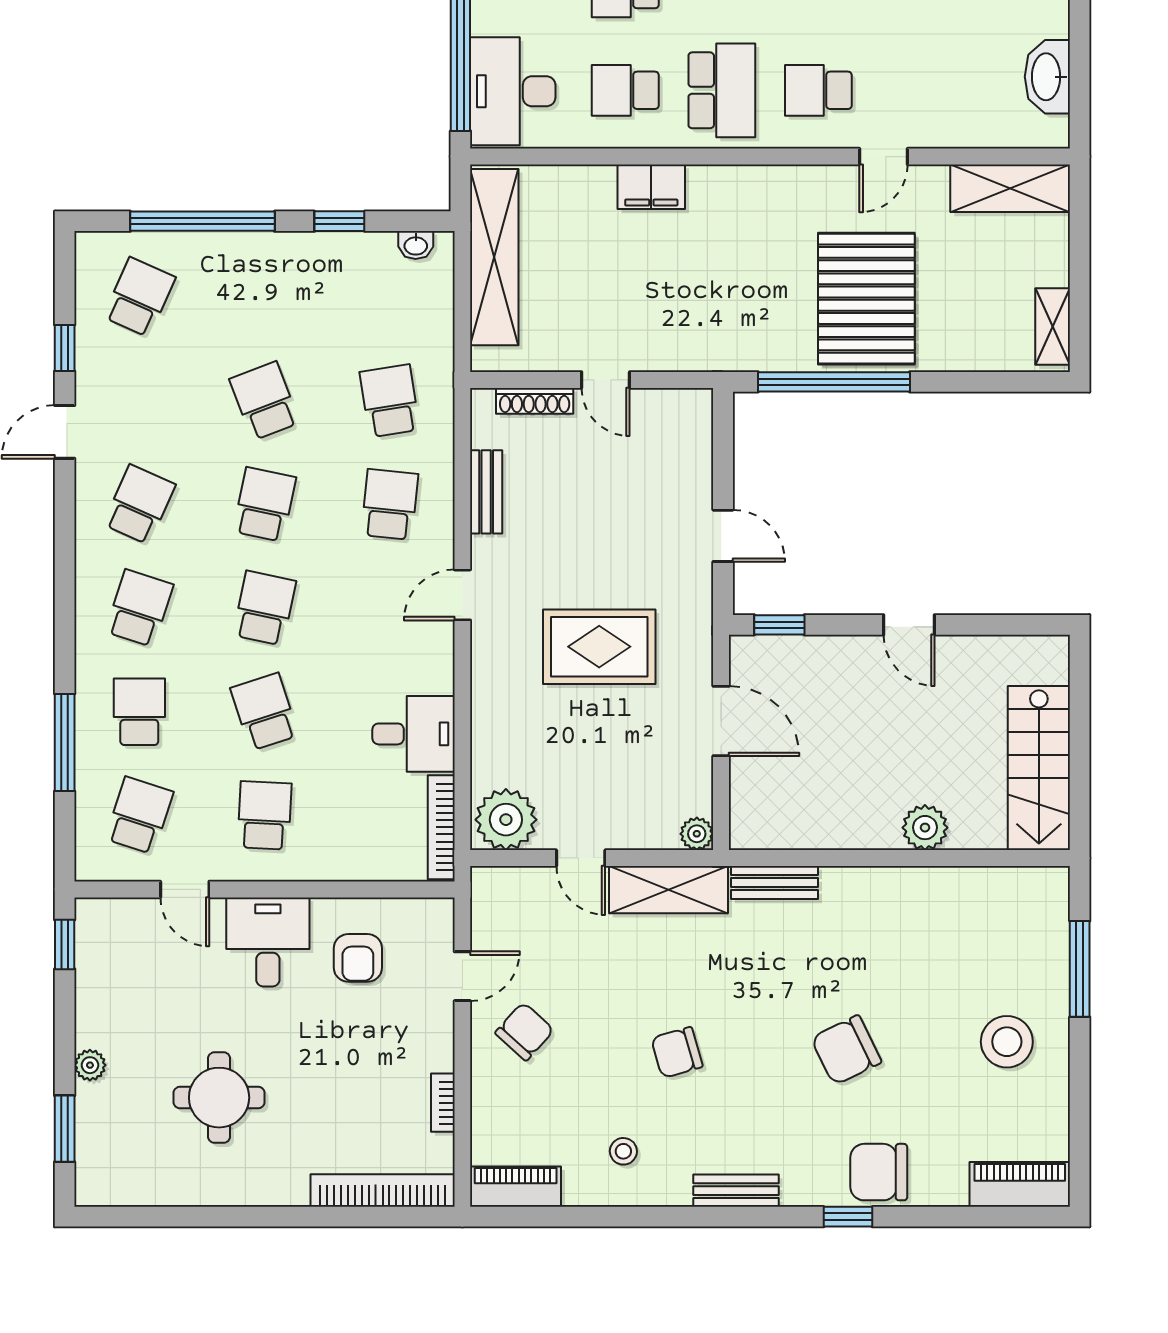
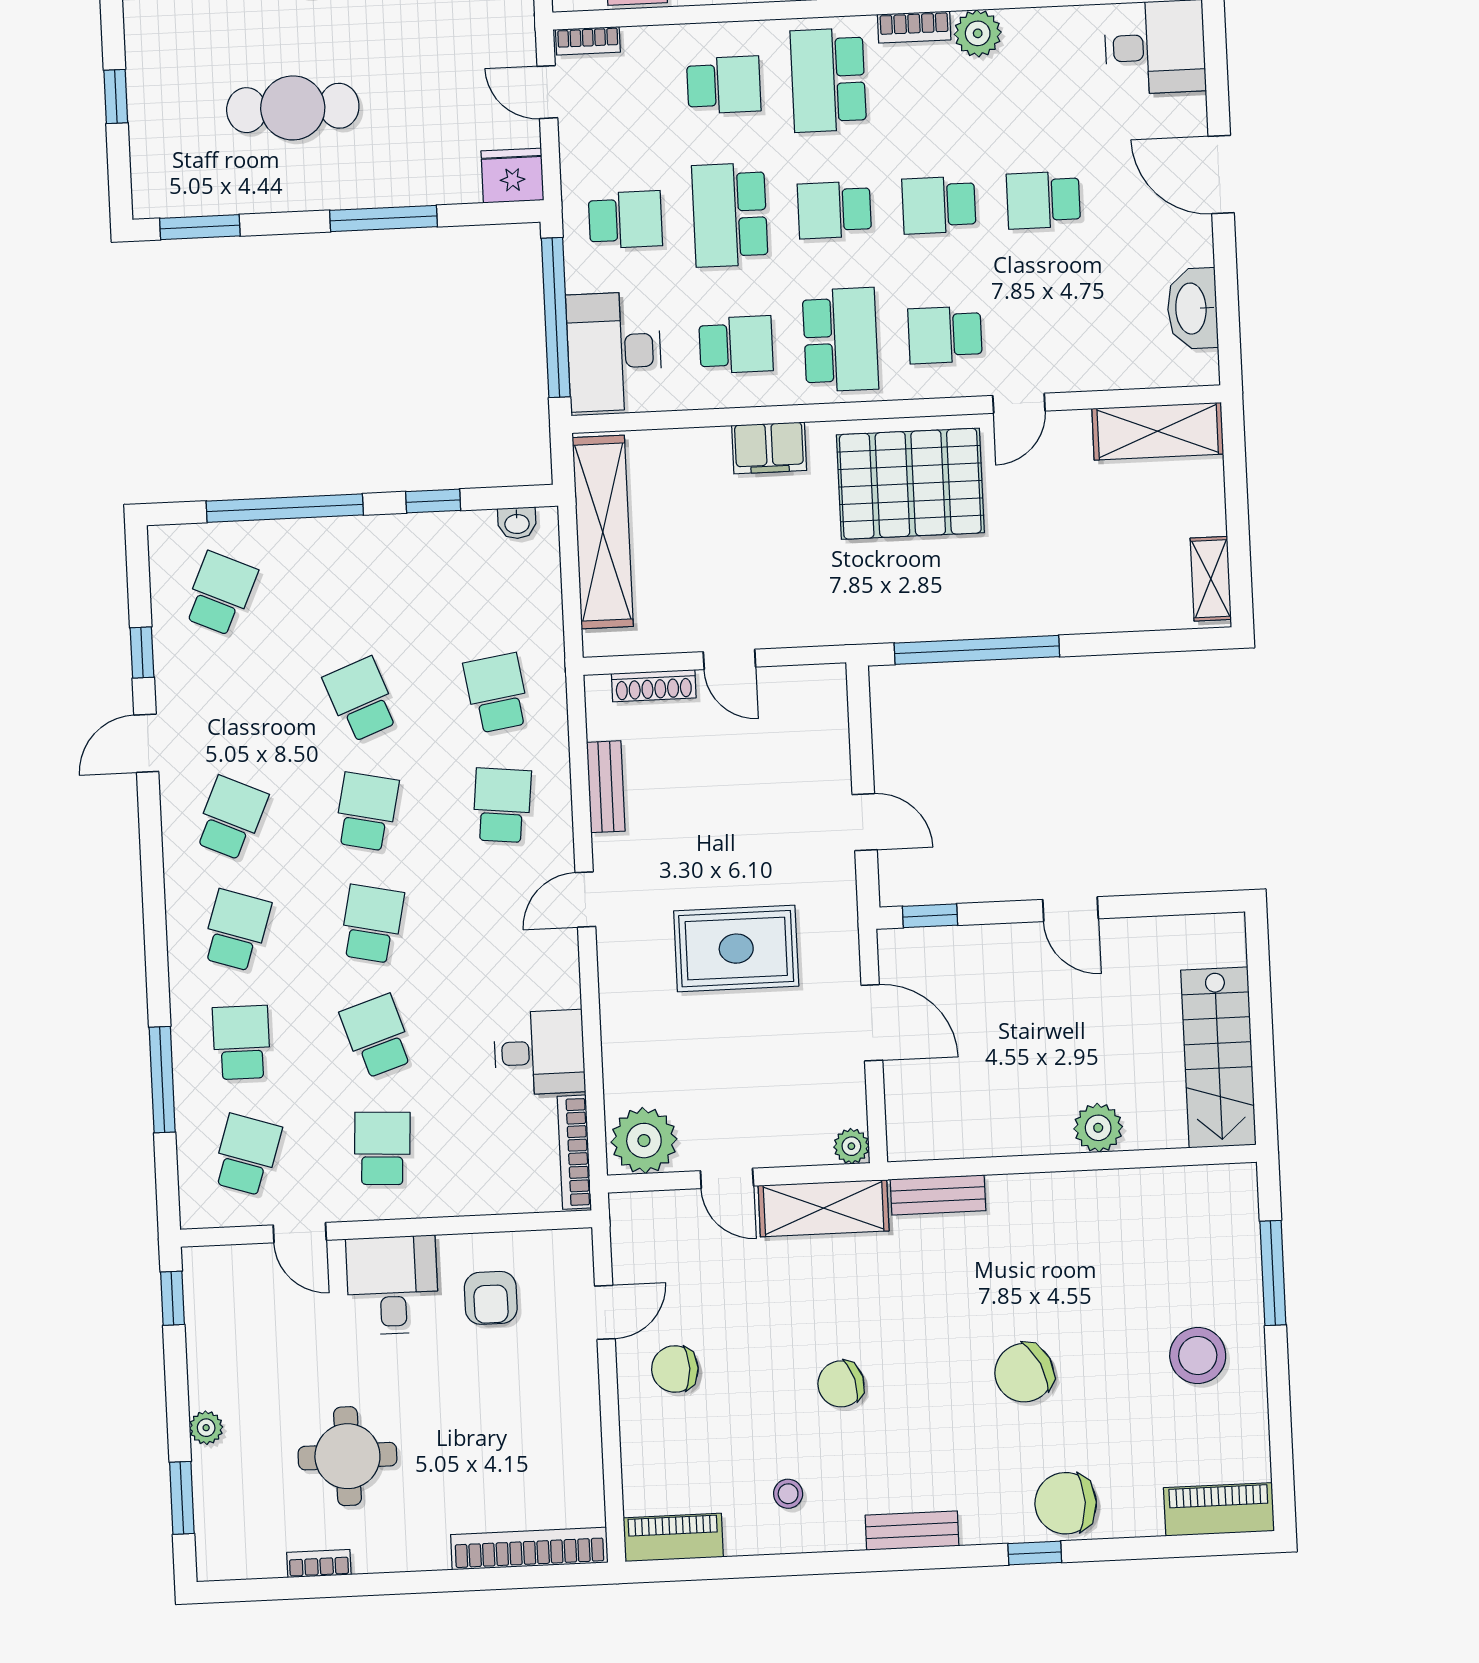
school desk: (625, 90) -> (736, 345), turned 180
pallet: (866, 299) -> (910, 484), moved, turned 90
chair: (525, 1031) -> (675, 1369), turned -132
bookcase: (443, 1103) -> (319, 1564), moved, turned 90

